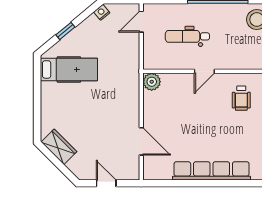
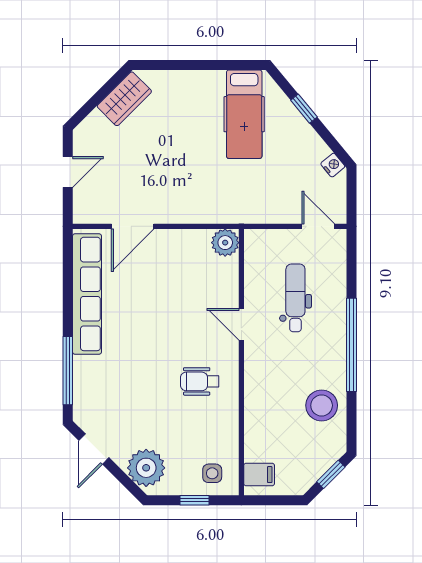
row of seats: (212, 171) -> (87, 294), moved
window: (234, 183) -> (68, 371), added

